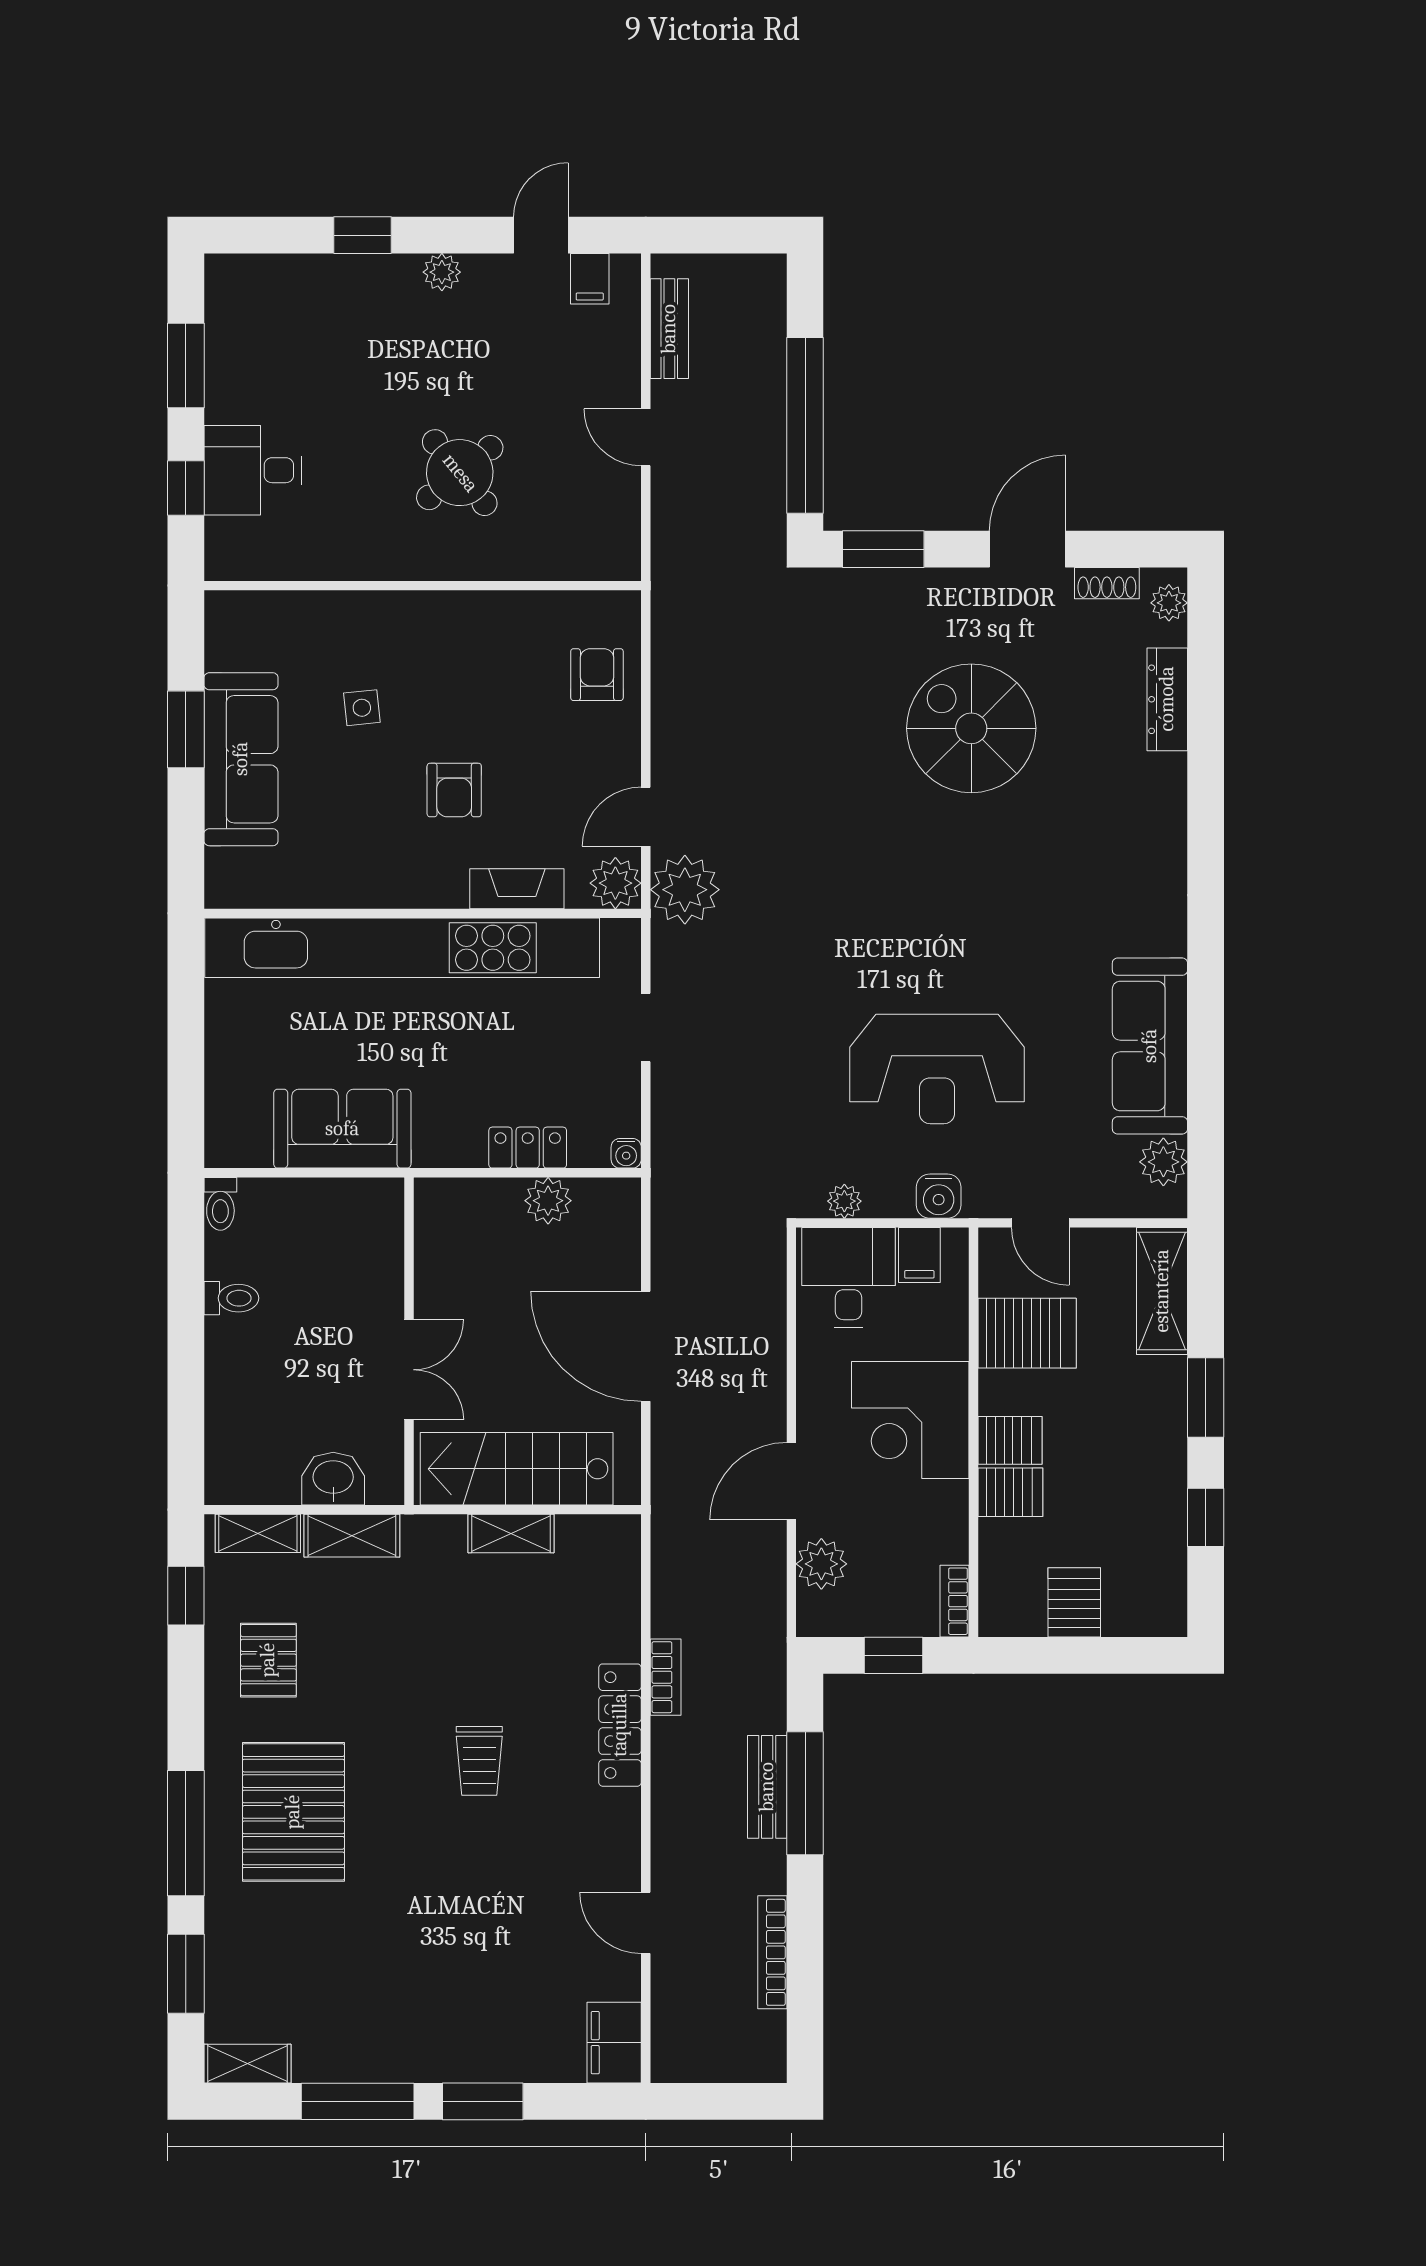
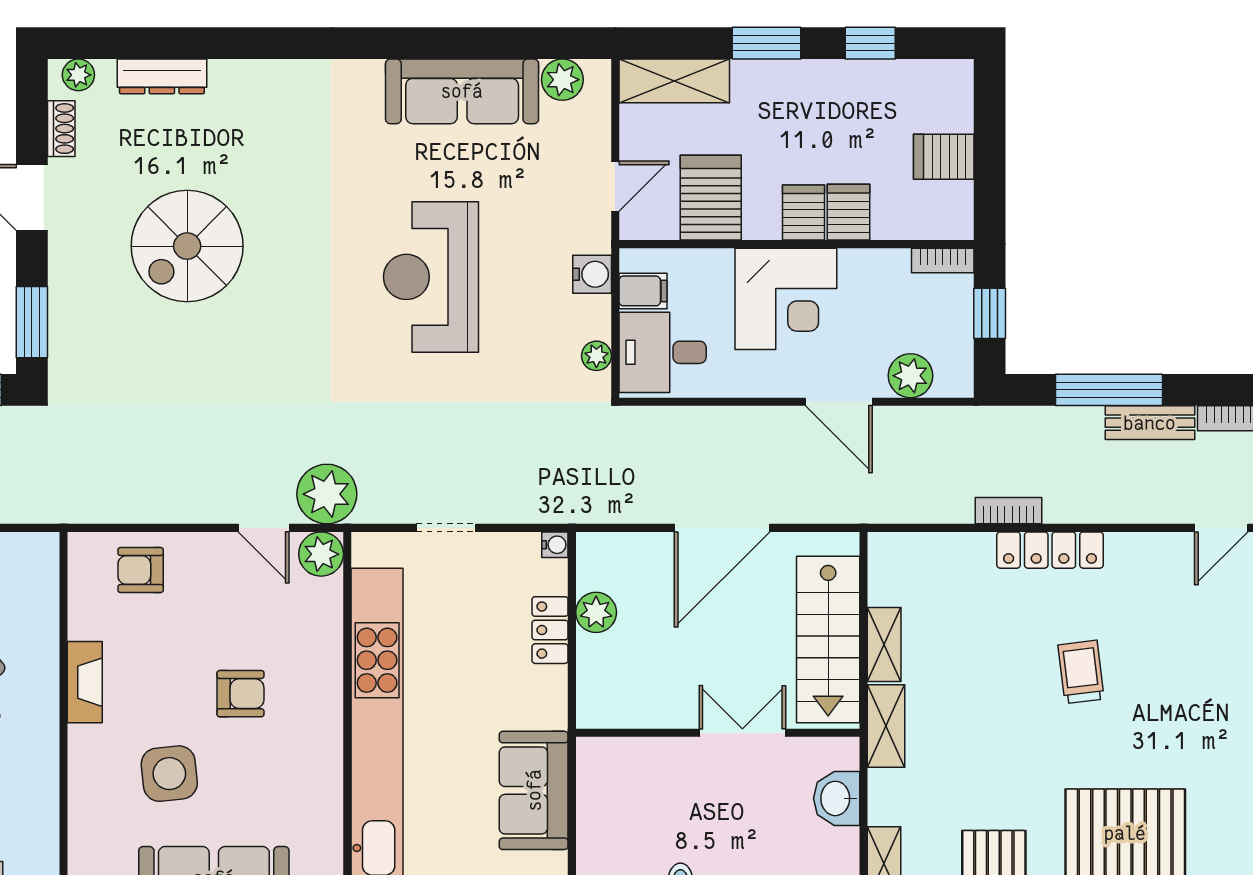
side table: (362, 708) -> (169, 774), width x1.87, depth x1.87
fireplace: (517, 889) -> (85, 682), moved, turned 180
reception desk: (937, 1069) -> (431, 277), moved, turned 180
shelving: (352, 1536) -> (886, 726), moved
trolley: (479, 1761) -> (1081, 672), turned -97
bench: (767, 1787) -> (1150, 423), moved

